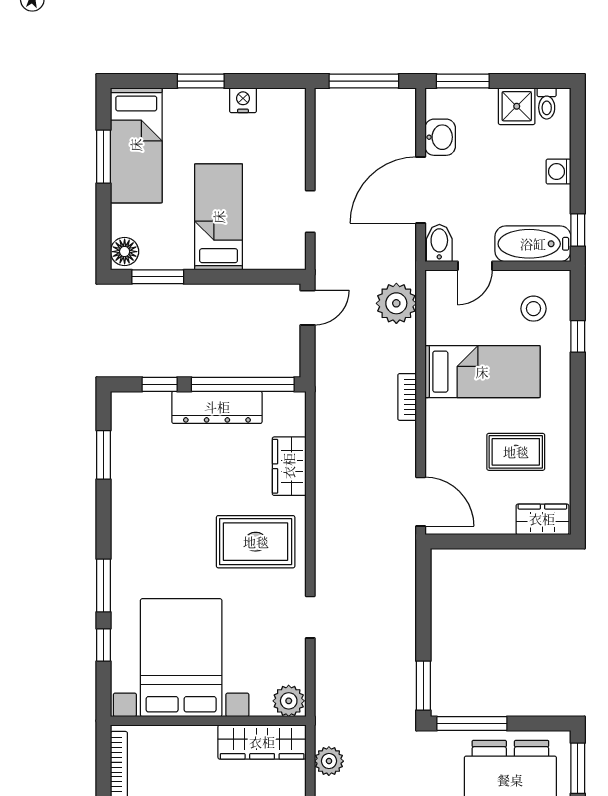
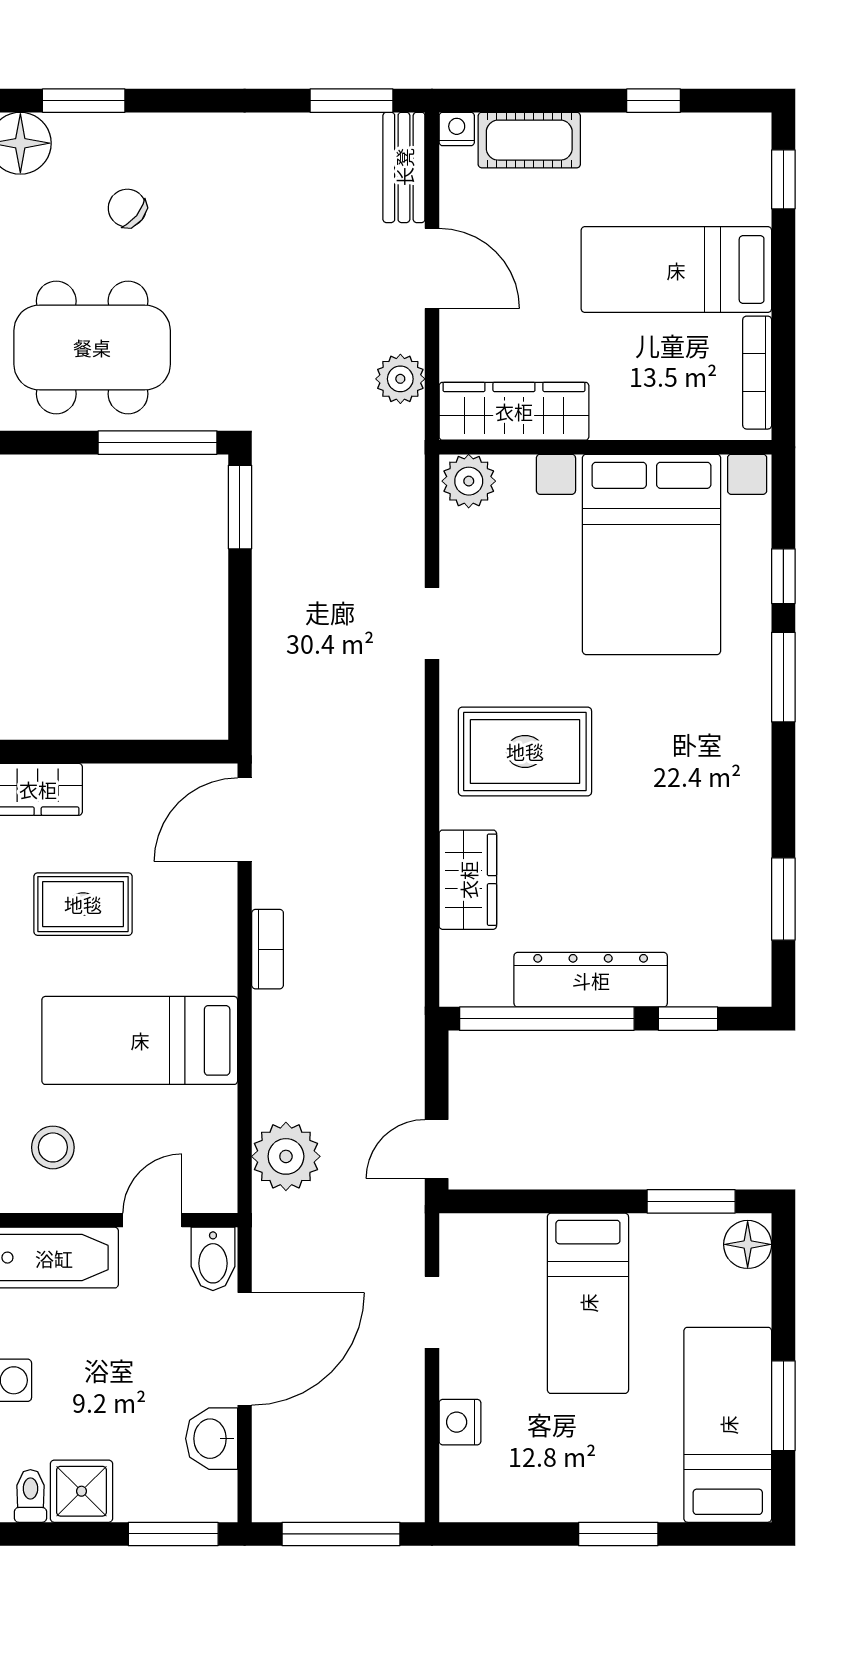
nightstand: (243, 100) -> (460, 1422), moved, turned 90
bookcase: (407, 397) -> (268, 949), moved
door: (421, 502) -> (245, 820), hinge flipped

